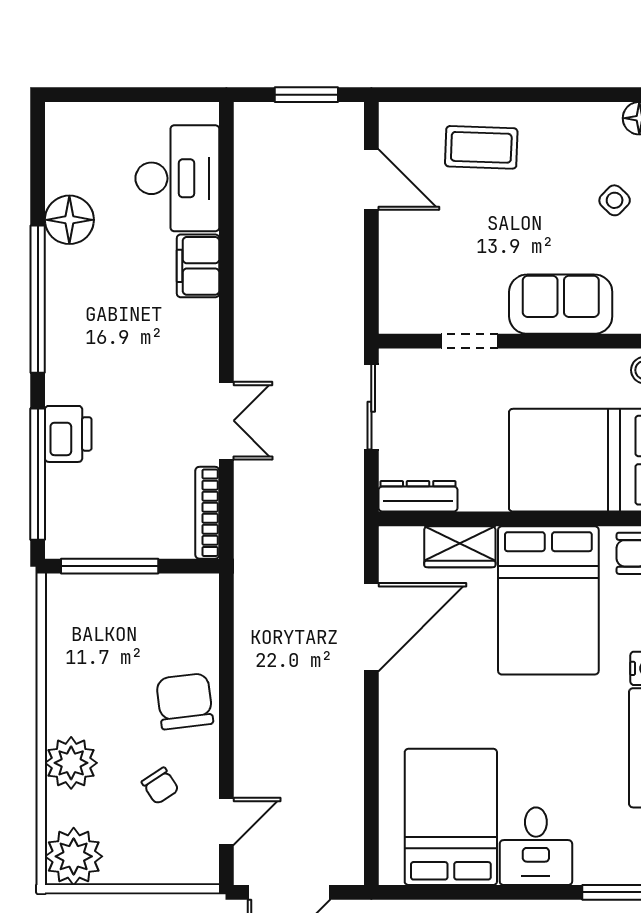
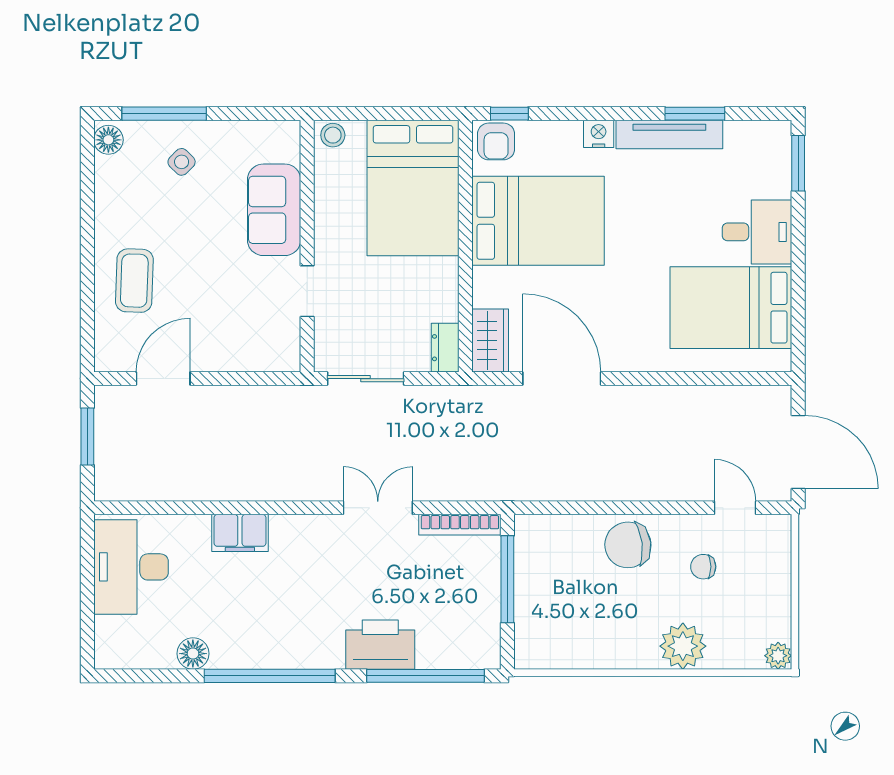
desk: (177, 178) -> (131, 567), moved, turned -90
floor lamp: (69, 220) -> (193, 654), width x0.73, depth x0.73
printer: (68, 434) -> (380, 645), width x1.37, depth x1.19
dresser: (418, 496) -> (445, 348), width x0.70
wardrobe: (460, 547) -> (490, 340), moved
window: (110, 566) -> (507, 579), moved
chair: (160, 786) -> (703, 567), turned -147
plant: (74, 856) -> (778, 656), width x0.53, depth x0.53

